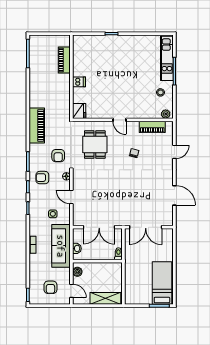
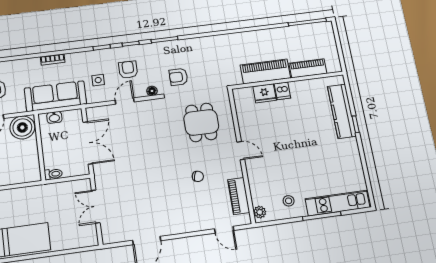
kitchen counter: (100, 42) -> (342, 111), added
fridge: (79, 111) -> (265, 93), moved
door: (120, 120) -> (241, 151), swing flipped
piano: (37, 125) -> (265, 71), moved, turned 180
dining table: (95, 145) -> (201, 122), turned 90
door: (174, 152) -> (224, 230), moved
armchair: (42, 178) -> (128, 70), moved
double door: (99, 227) -> (88, 143), swing flipped
double door: (146, 227) -> (96, 206), width x0.73
boiler: (77, 272) -> (22, 127), width x1.86, depth x1.86

